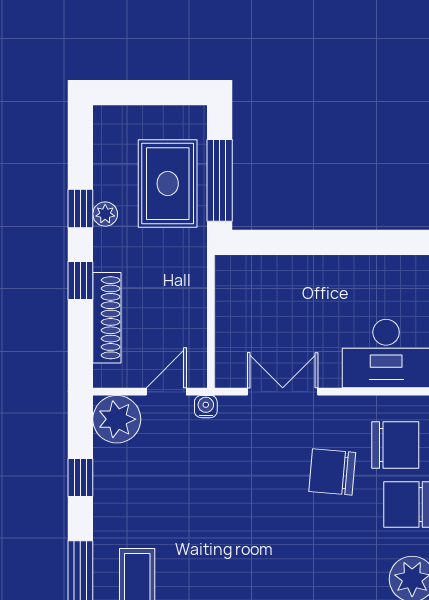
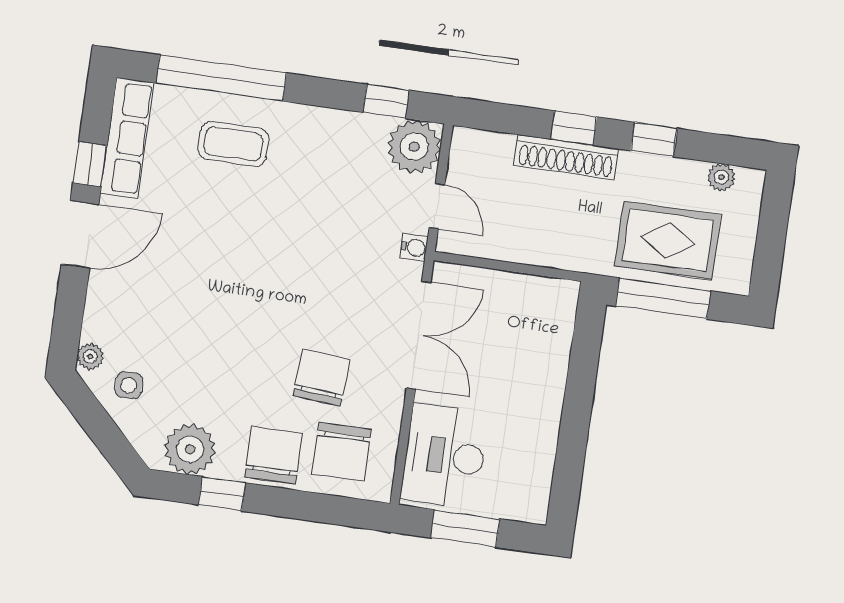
plant: (105, 214) -> (721, 177), moved
shoe rack: (107, 318) -> (566, 157), moved
double door: (283, 392) -> (419, 335), width x1.37
window: (80, 478) -> (386, 101), moved

